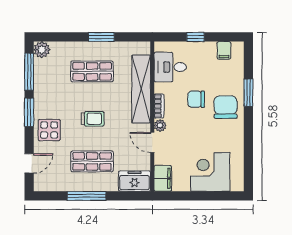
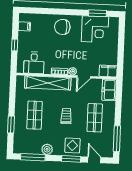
window: (101, 37) -> (11, 125), moved
plant: (42, 50) -> (47, 149), moved
window: (248, 93) -> (98, 13), moved
chair: (196, 99) -> (56, 46), removed
window: (29, 112) -> (71, 159), moved
corner desk: (210, 172) -> (95, 29), moved, turned -90
window: (87, 196) -> (117, 139), moved

